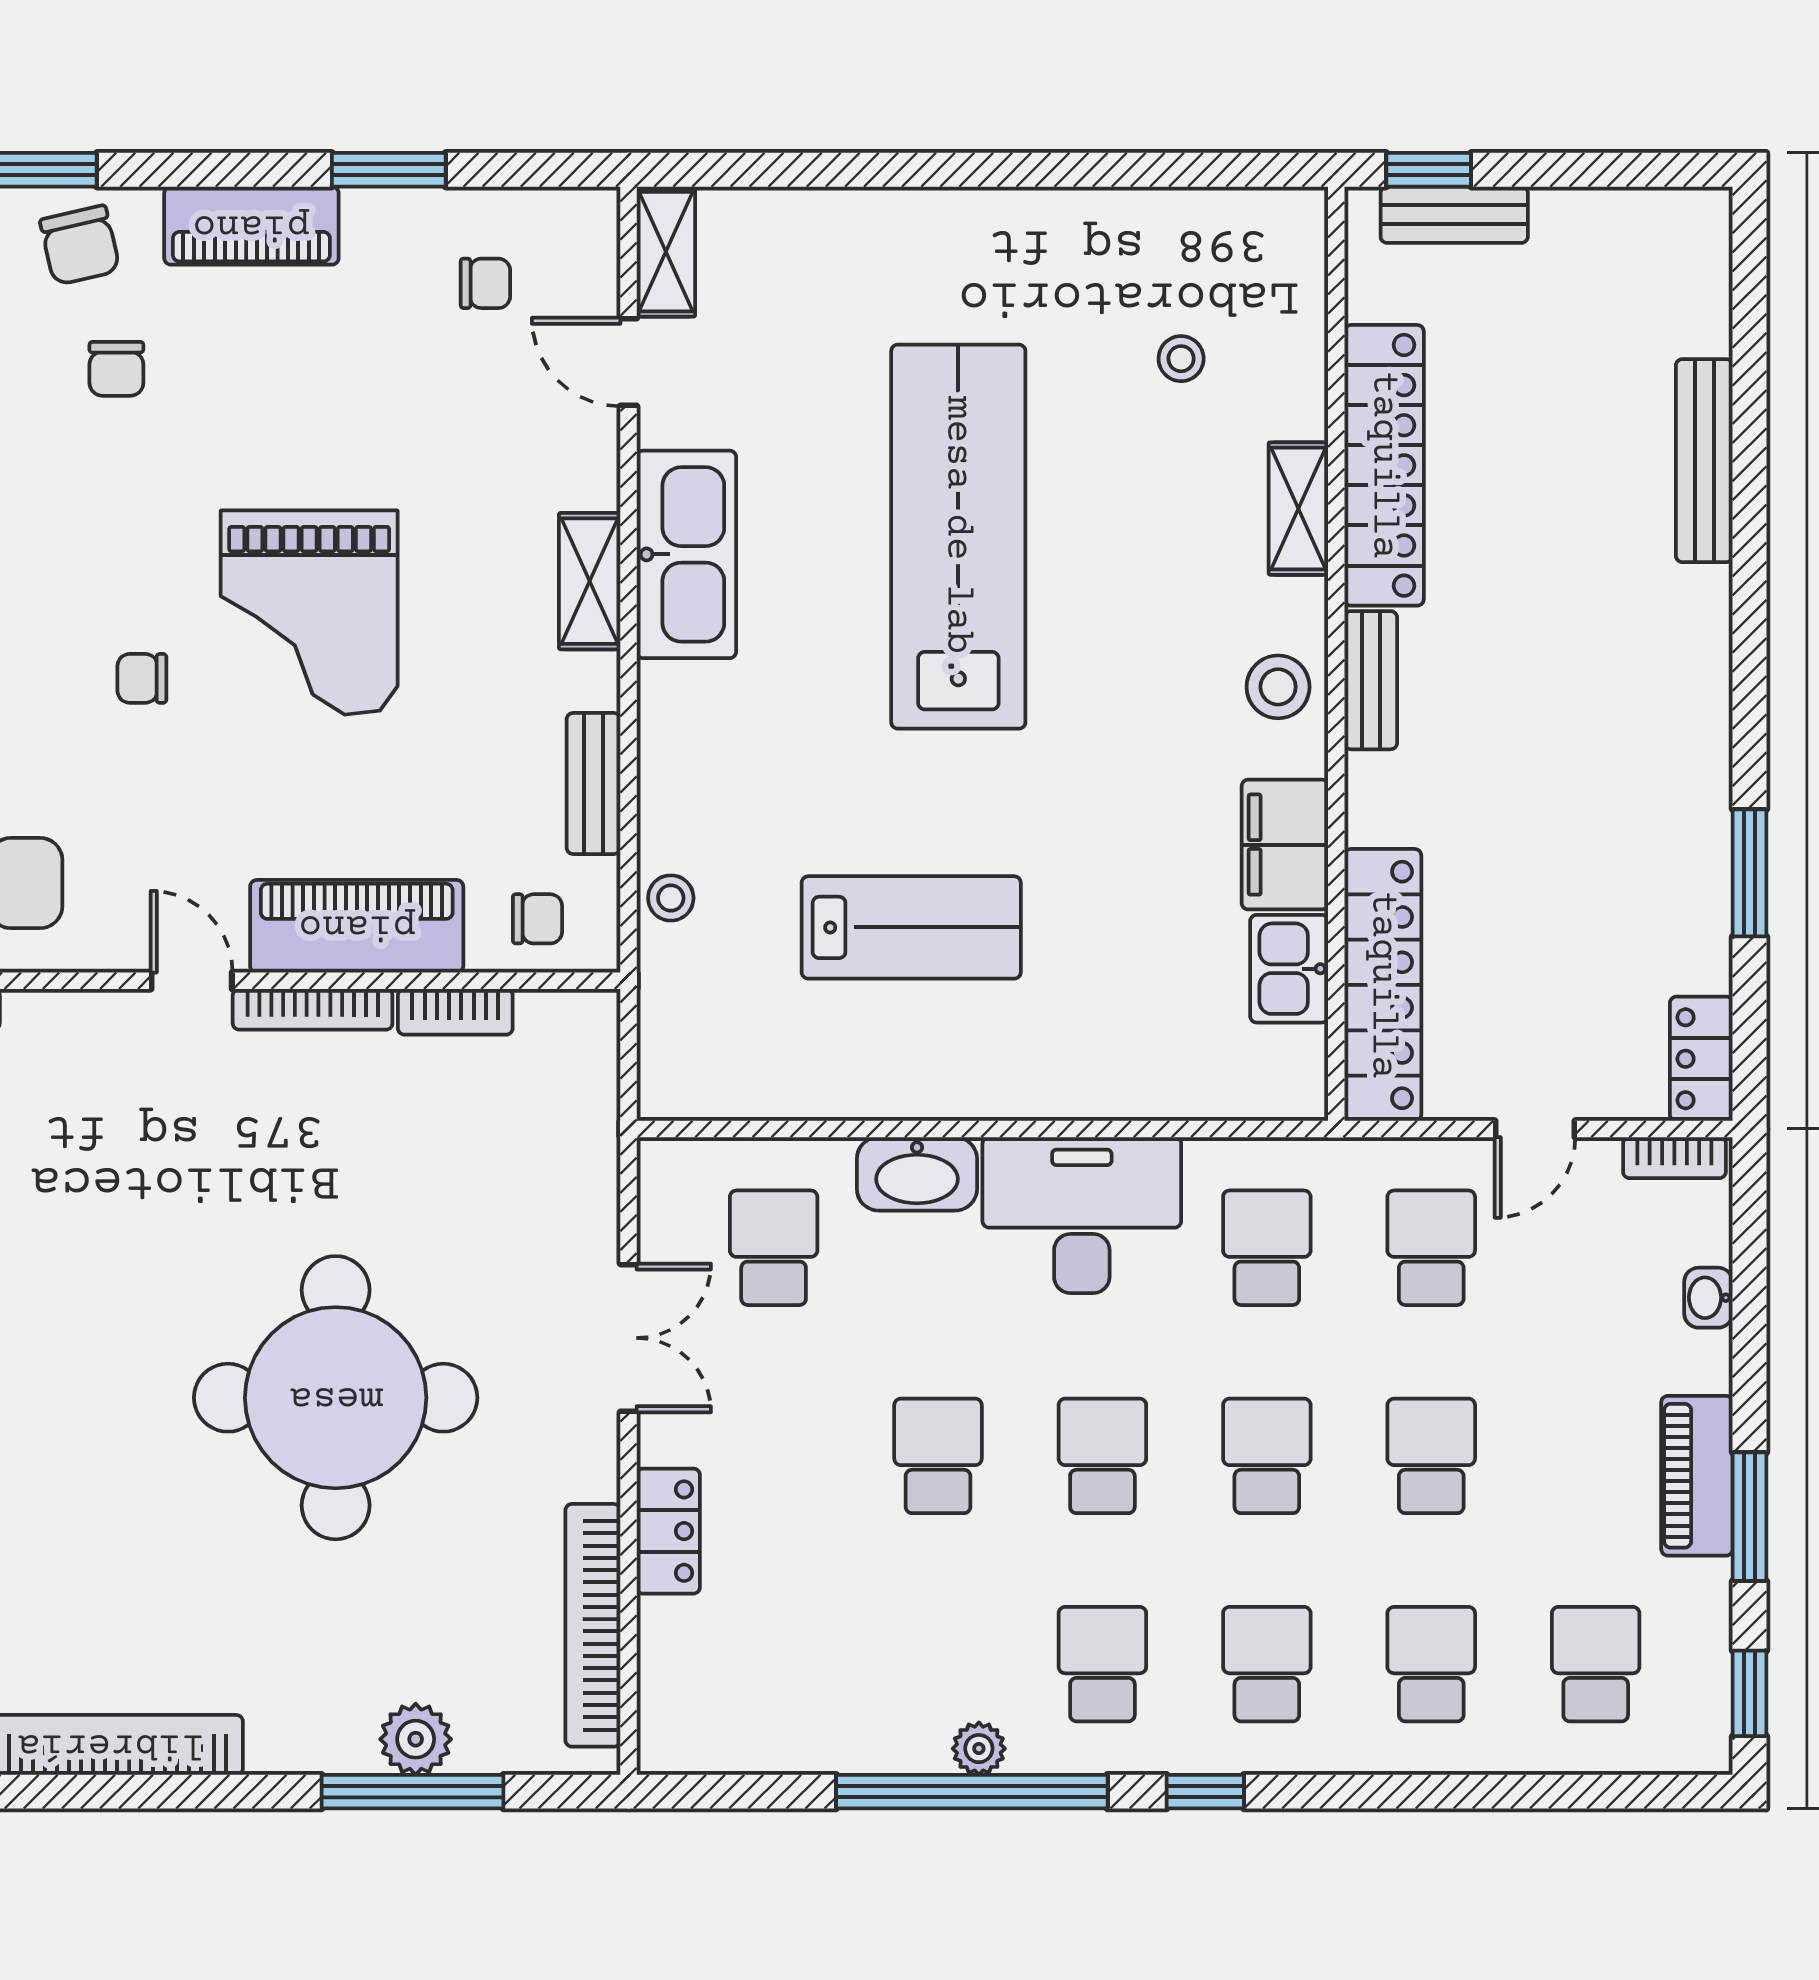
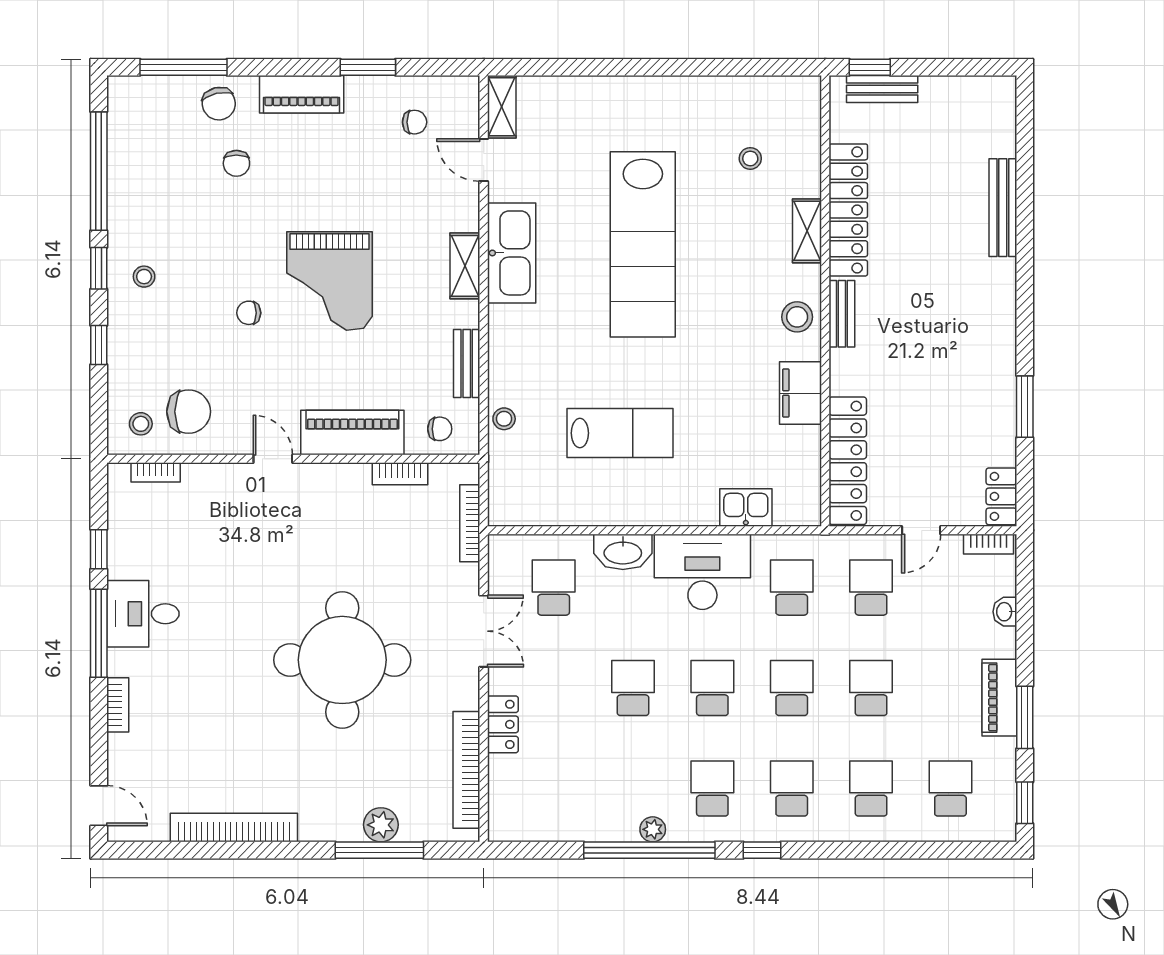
lab bench: (958, 537) -> (643, 244), turned 180
kitchen sink: (1289, 969) -> (746, 508), moved, turned 90
bookcase: (313, 1009) -> (470, 523), moved, turned 90

